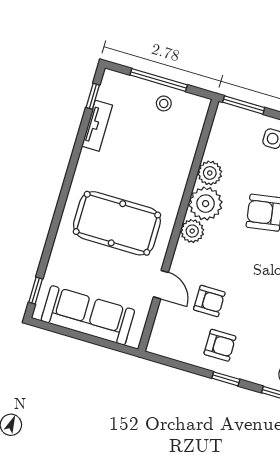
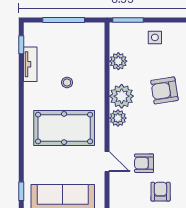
stool: (164, 103) -> (67, 82), moved
plant: (210, 173) -> (118, 61), moved
armchair: (209, 301) -> (144, 163), turned 180
armchair: (220, 345) -> (161, 192), turned -90

